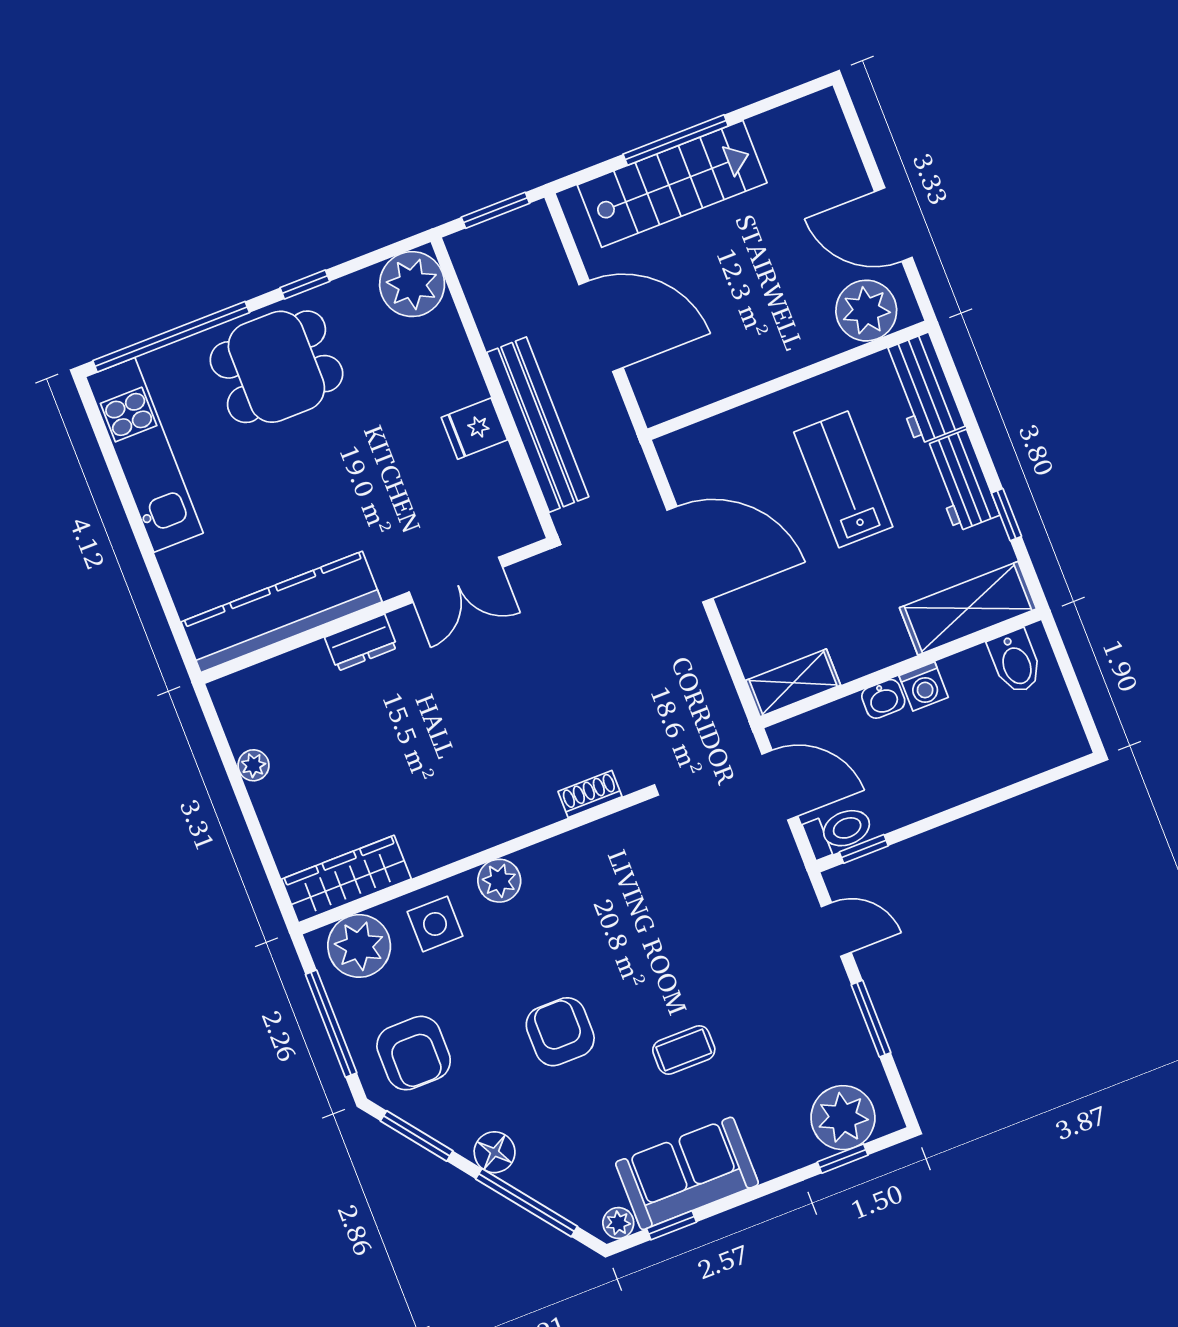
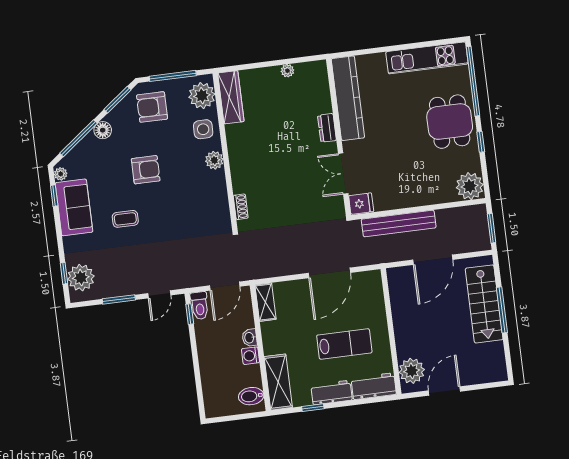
fridge: (474, 429) -> (361, 204), moved, turned 90
coffee table: (684, 1050) -> (125, 219), turned 90

